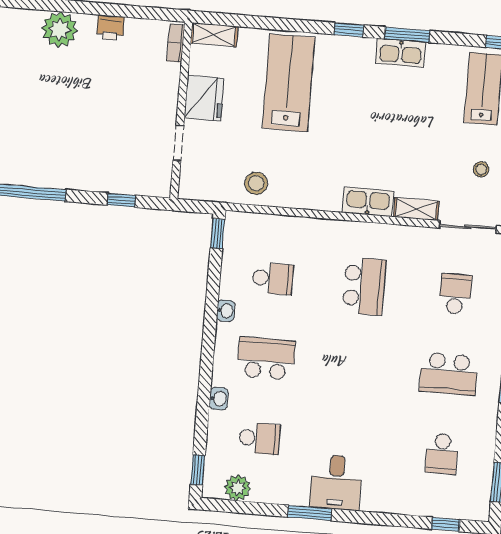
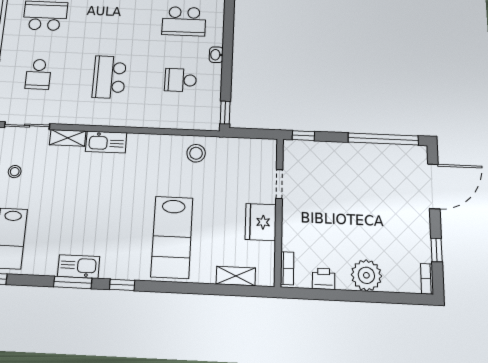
bookcase: (176, 43) -> (287, 268), moved
fridge: (204, 98) -> (261, 222), moved
wall: (181, 110) -> (279, 211), moved
doorway: (178, 143) -> (279, 184), moved

